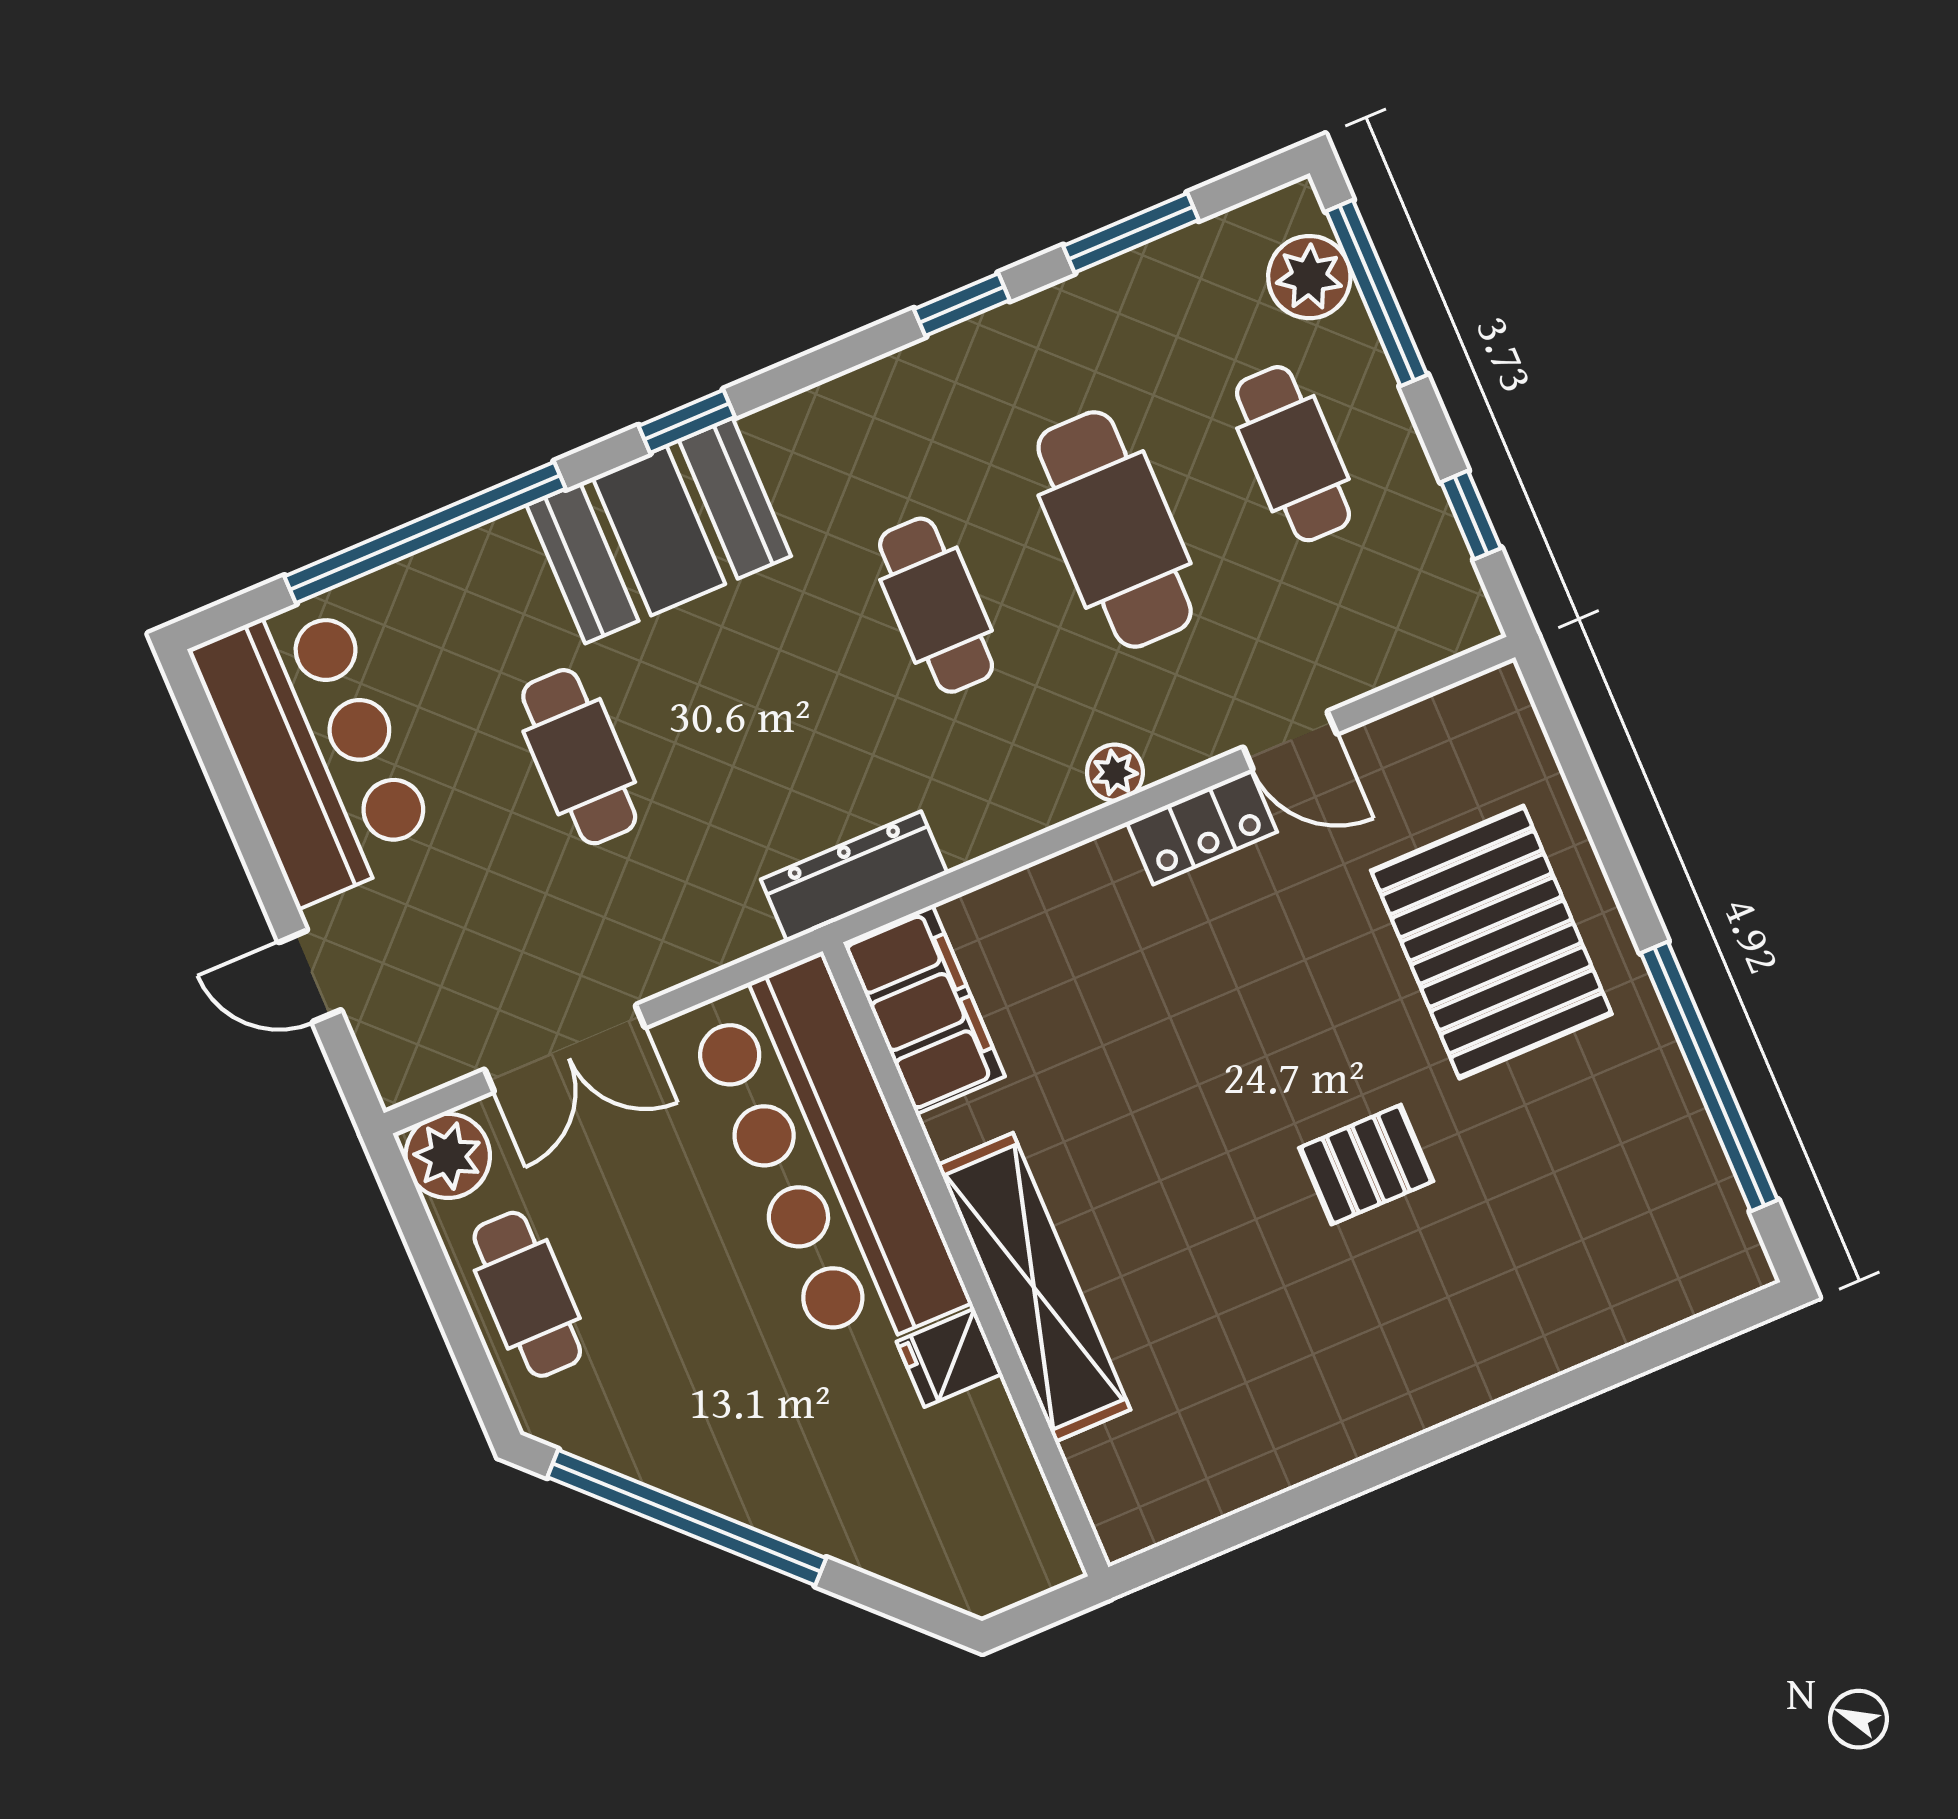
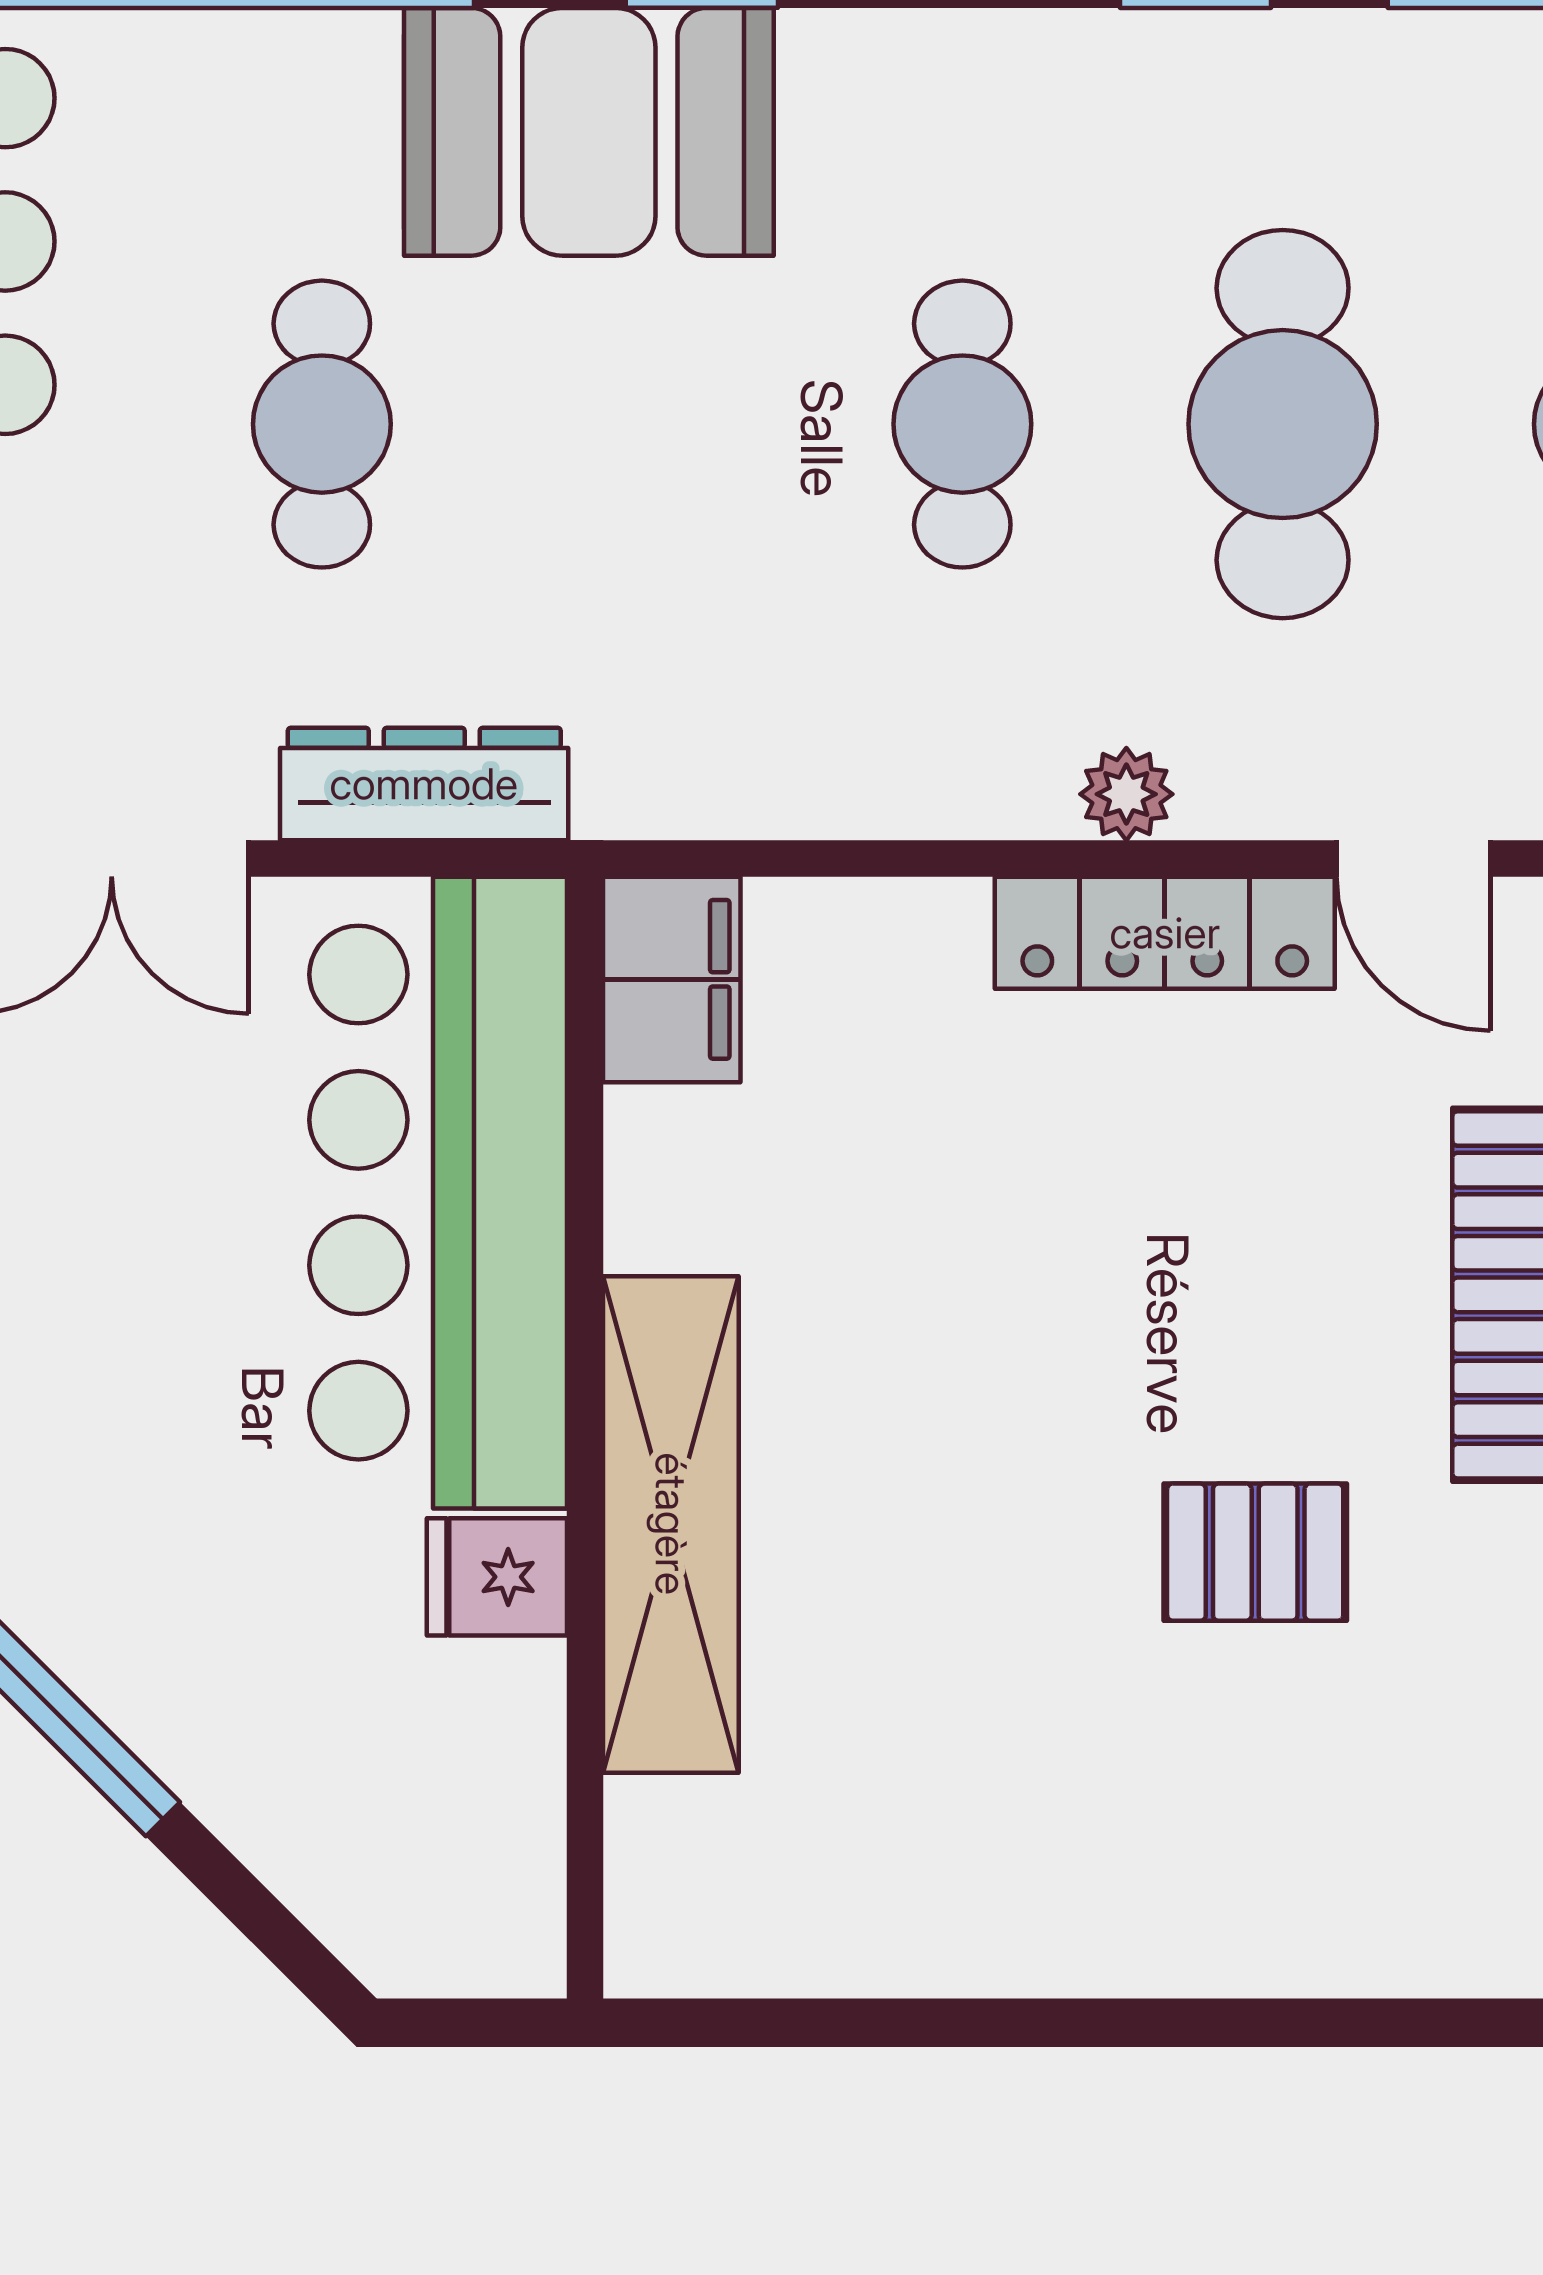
locker: (1202, 827) -> (1165, 933), width x1.53
dresser: (854, 877) -> (424, 784), moved
filing cabinet: (924, 1009) -> (672, 979), width x0.67, depth x0.86

